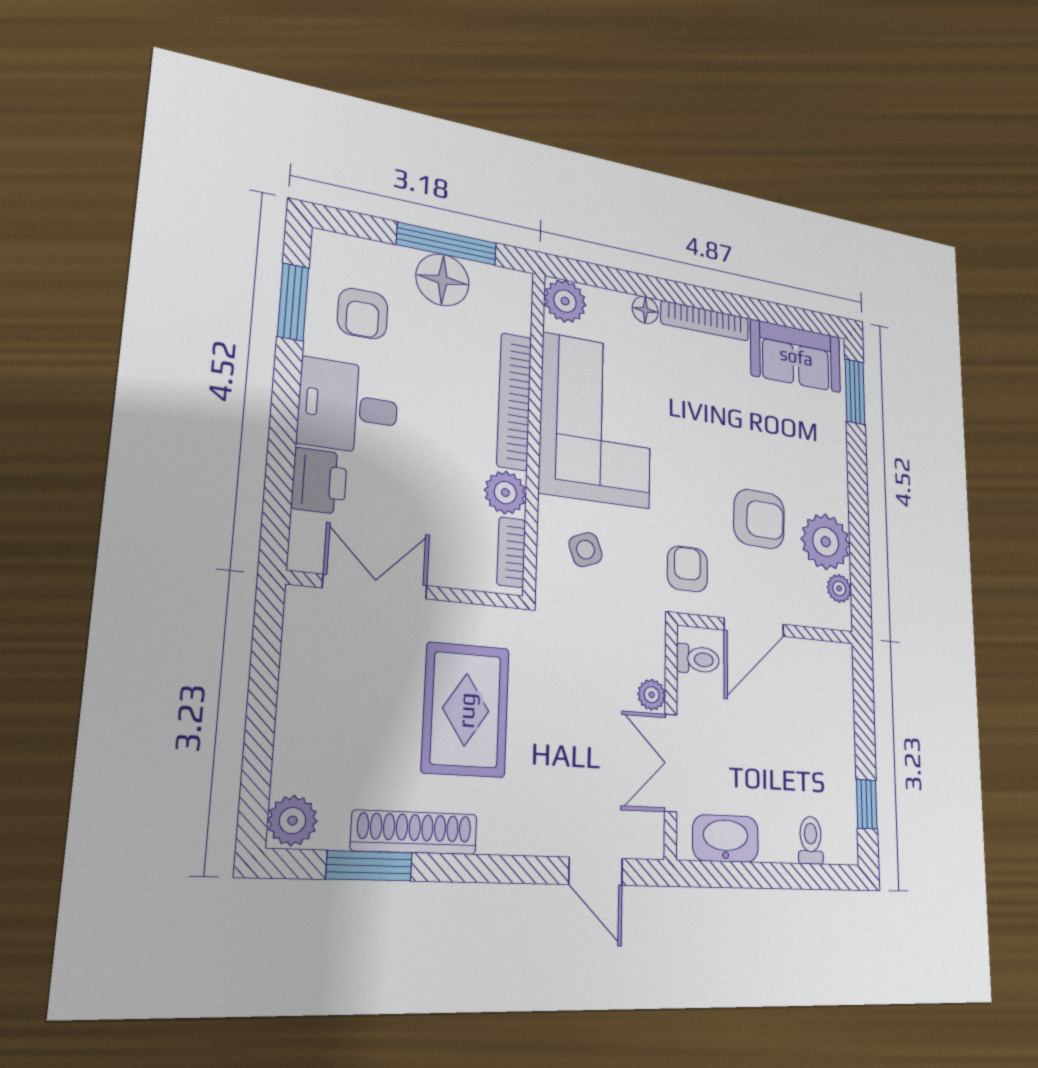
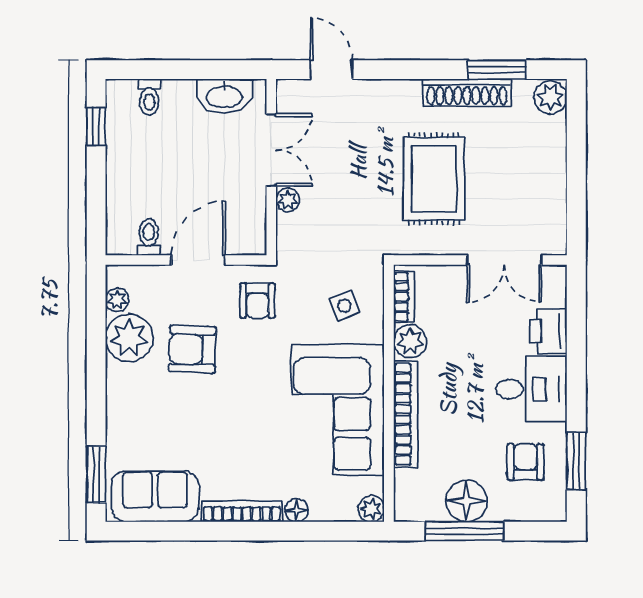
plant: (565, 301) -> (371, 509), width x0.73, depth x0.73
toilet: (698, 659) -> (149, 237), moved, turned 90

